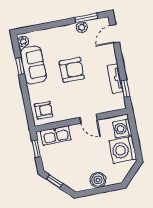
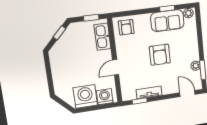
boiler: (98, 180) -> (59, 73), removed

